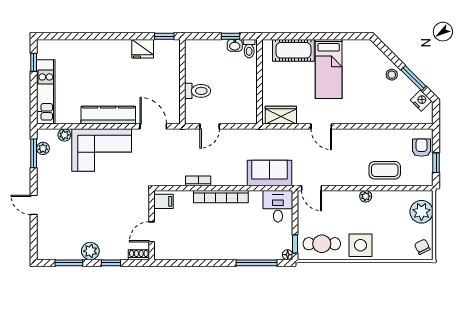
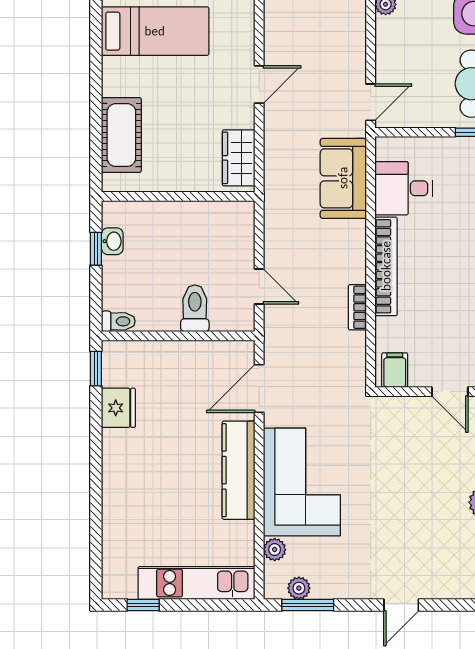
toilet: (249, 49) -> (118, 321), moved
bed: (329, 69) -> (155, 31), moved
desk: (278, 206) -> (404, 188), moved

